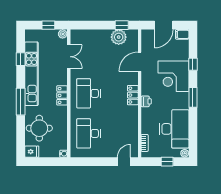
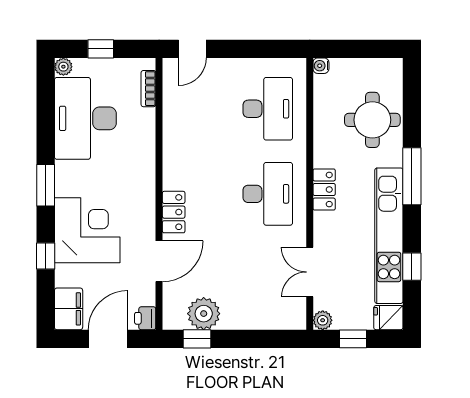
filing cabinet: (182, 34) -> (69, 309), width x2.00
locker: (133, 95) -> (174, 212), moved
printer: (146, 101) -> (145, 318), moved
fridge: (32, 152) -> (388, 318), moved

